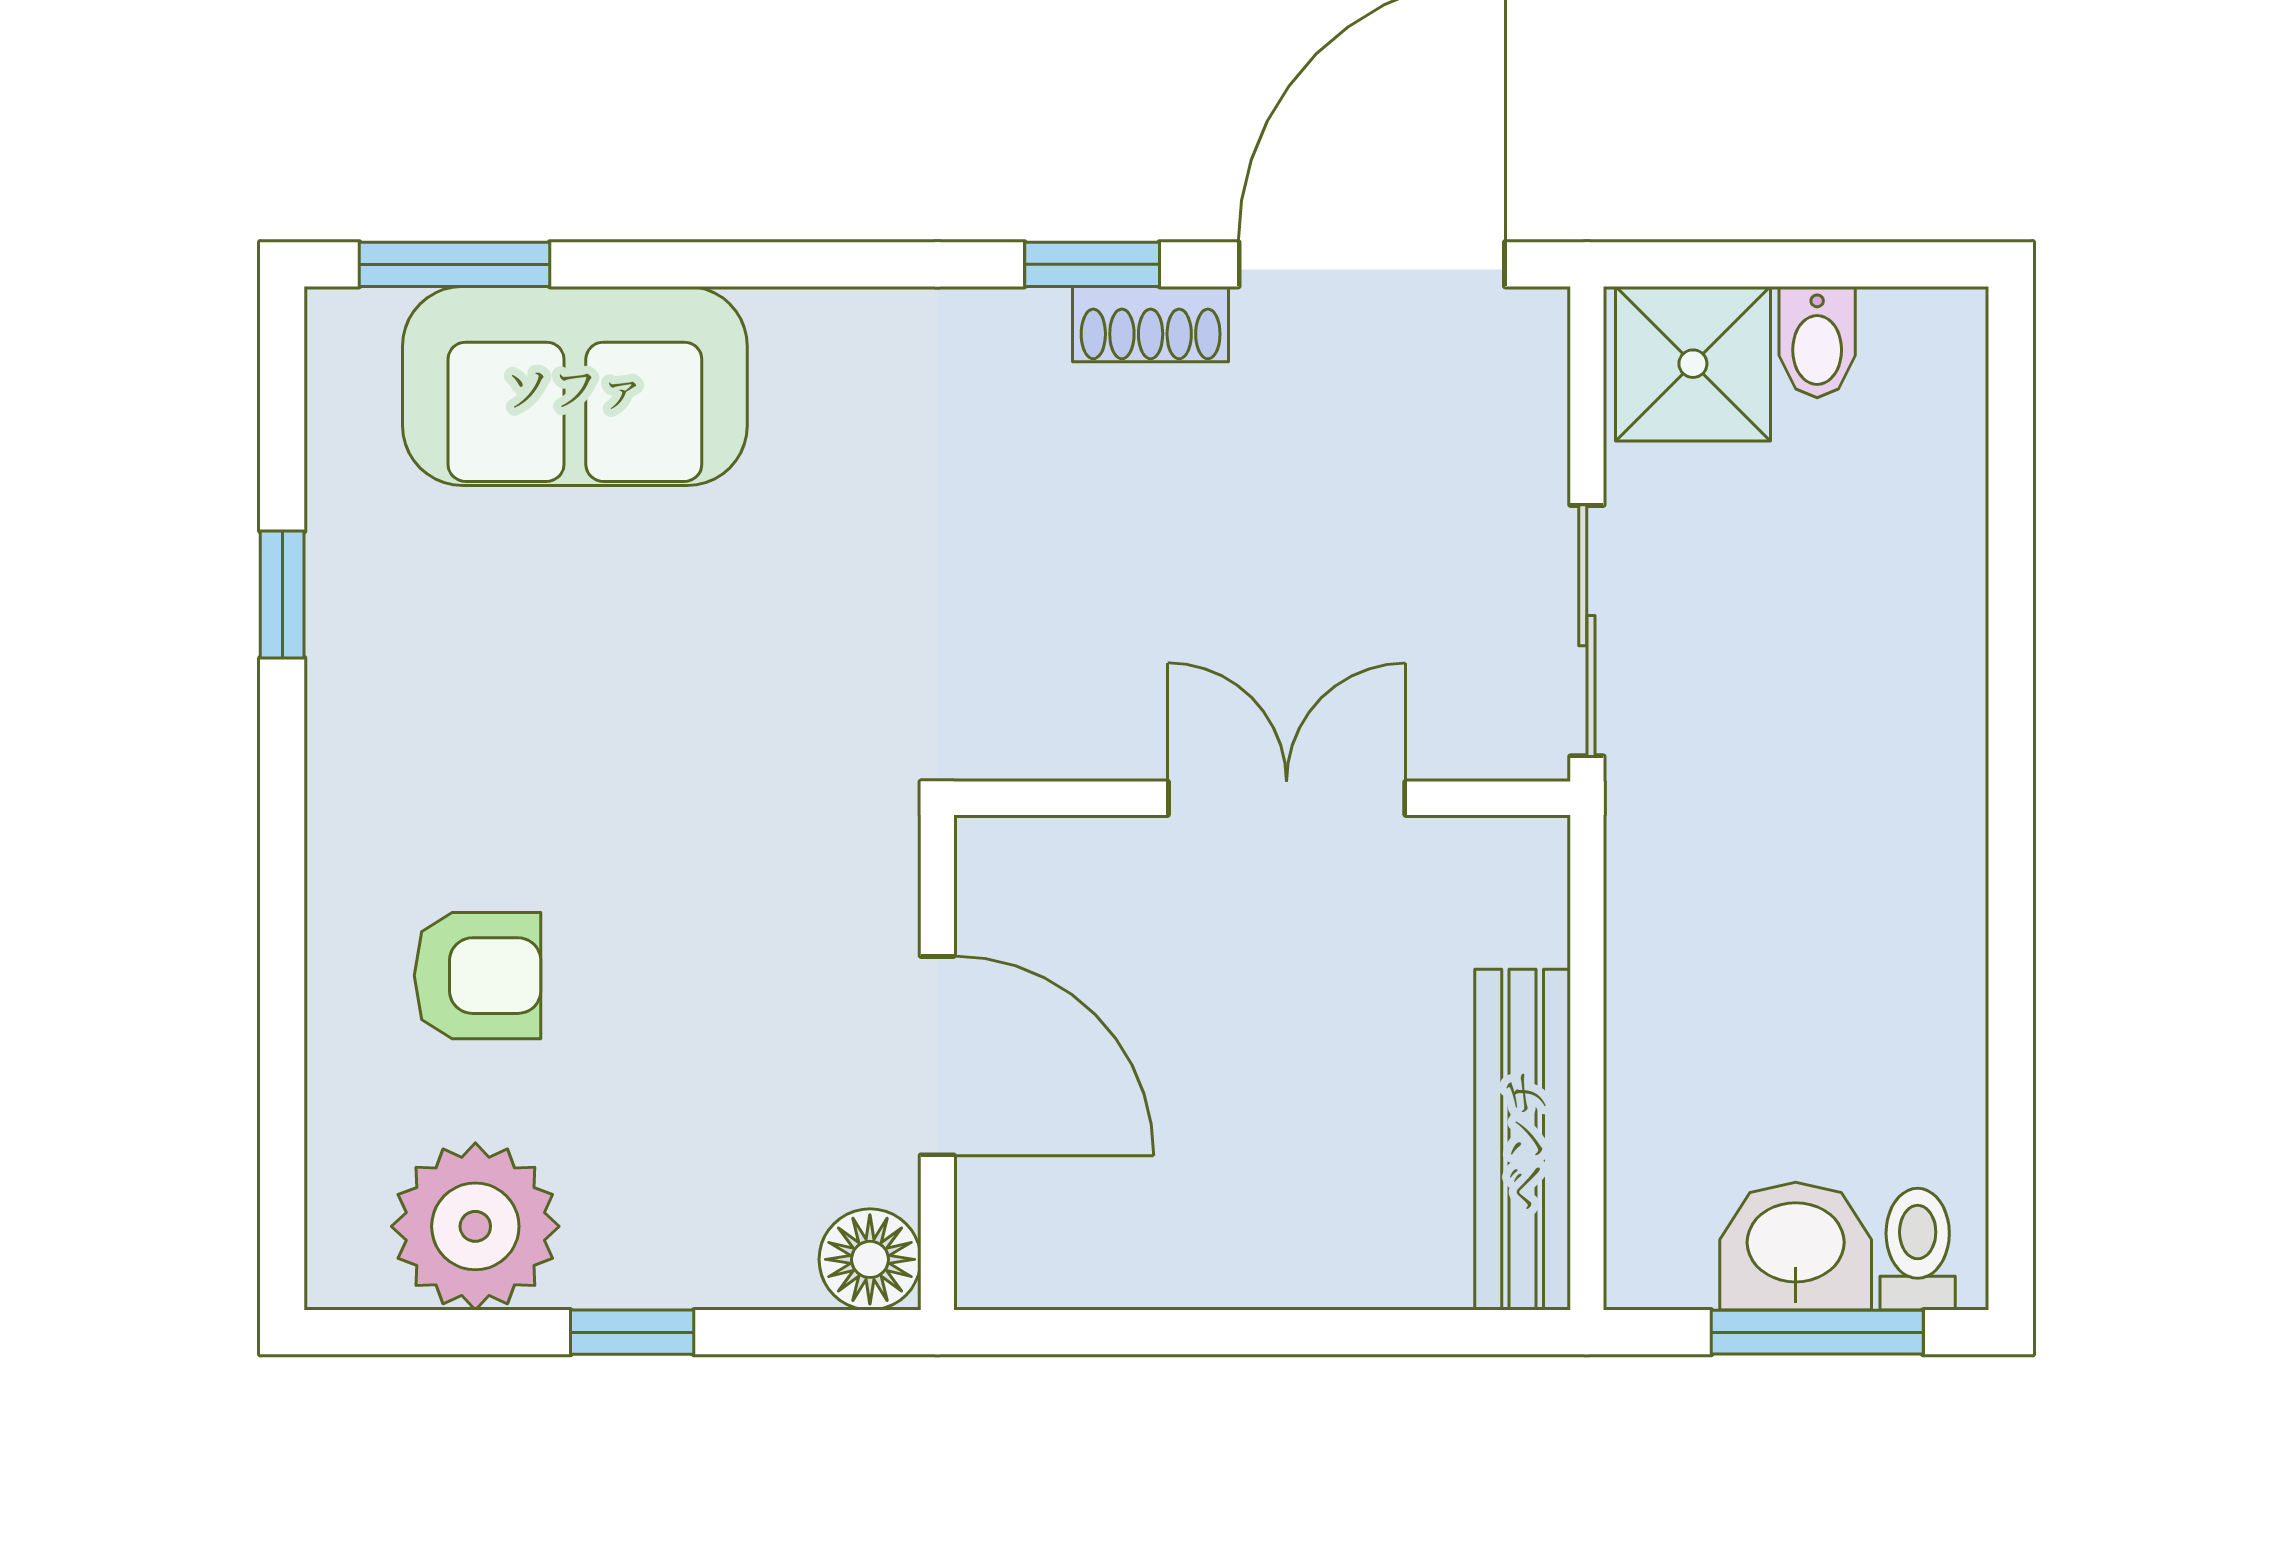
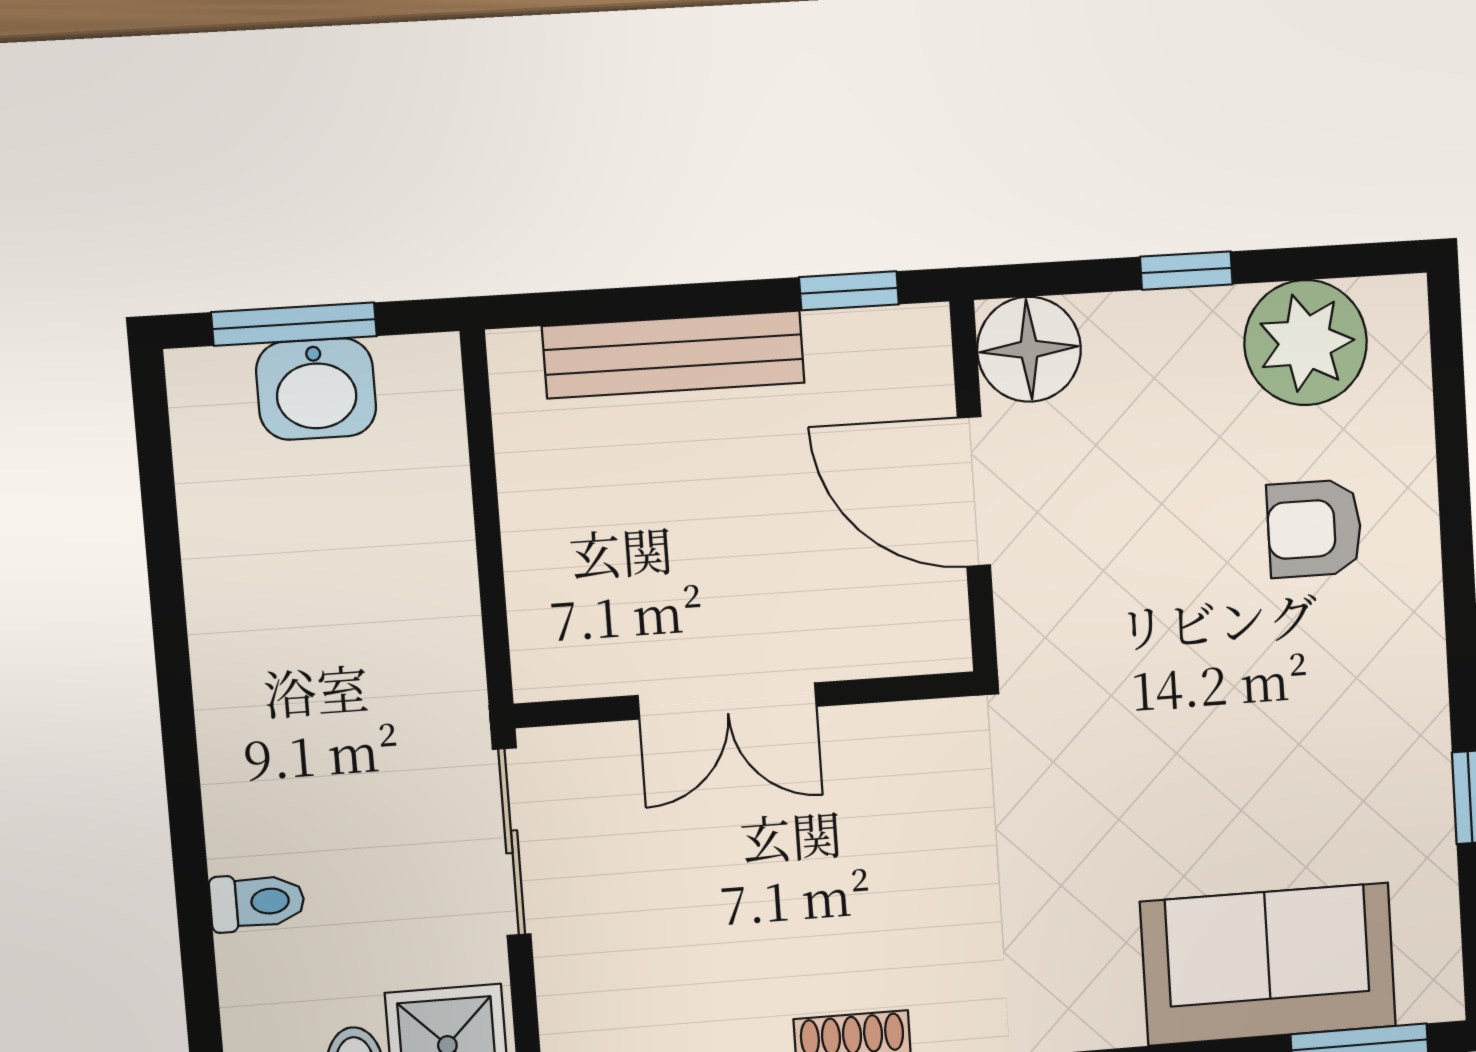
bench: (1523, 1140) -> (674, 355), moved, turned 90
toilet: (1918, 1249) -> (257, 902), moved, turned -90
floor lamp: (870, 1259) -> (1029, 349), width x1.38, depth x1.38
window: (1087, 1332) -> (849, 291), added

